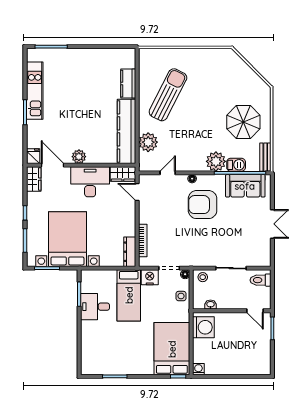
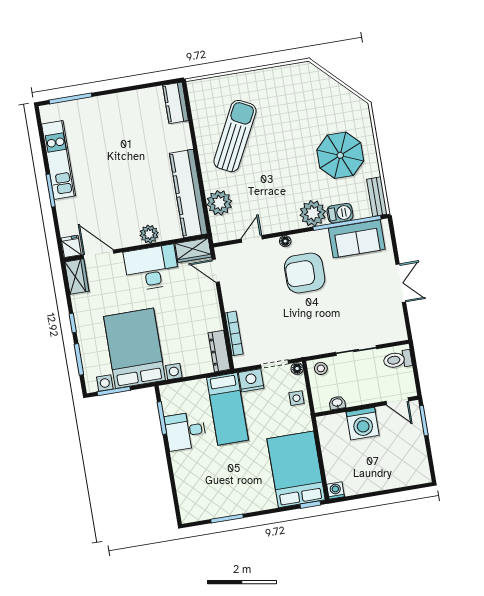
kitchen counter: (128, 84) -> (176, 103), moved
plant: (79, 157) -> (149, 234), moved
washing machine: (203, 327) -> (363, 424), moved, turned 90

